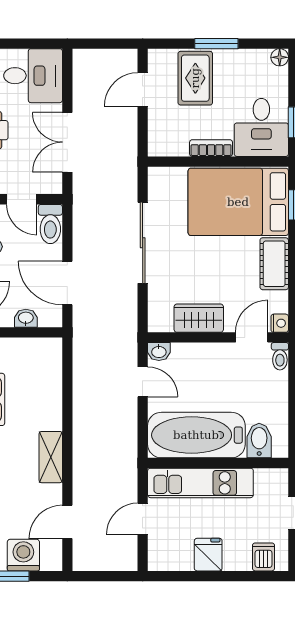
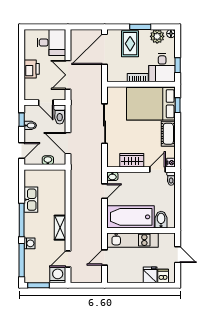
plant: (251, 63) -> (157, 36), added
door: (143, 89) -> (105, 49), width x1.87
door: (143, 382) -> (105, 191), hinge flipped
washing machine: (23, 555) -> (58, 275), moved
fridge: (208, 555) -> (150, 275), moved

